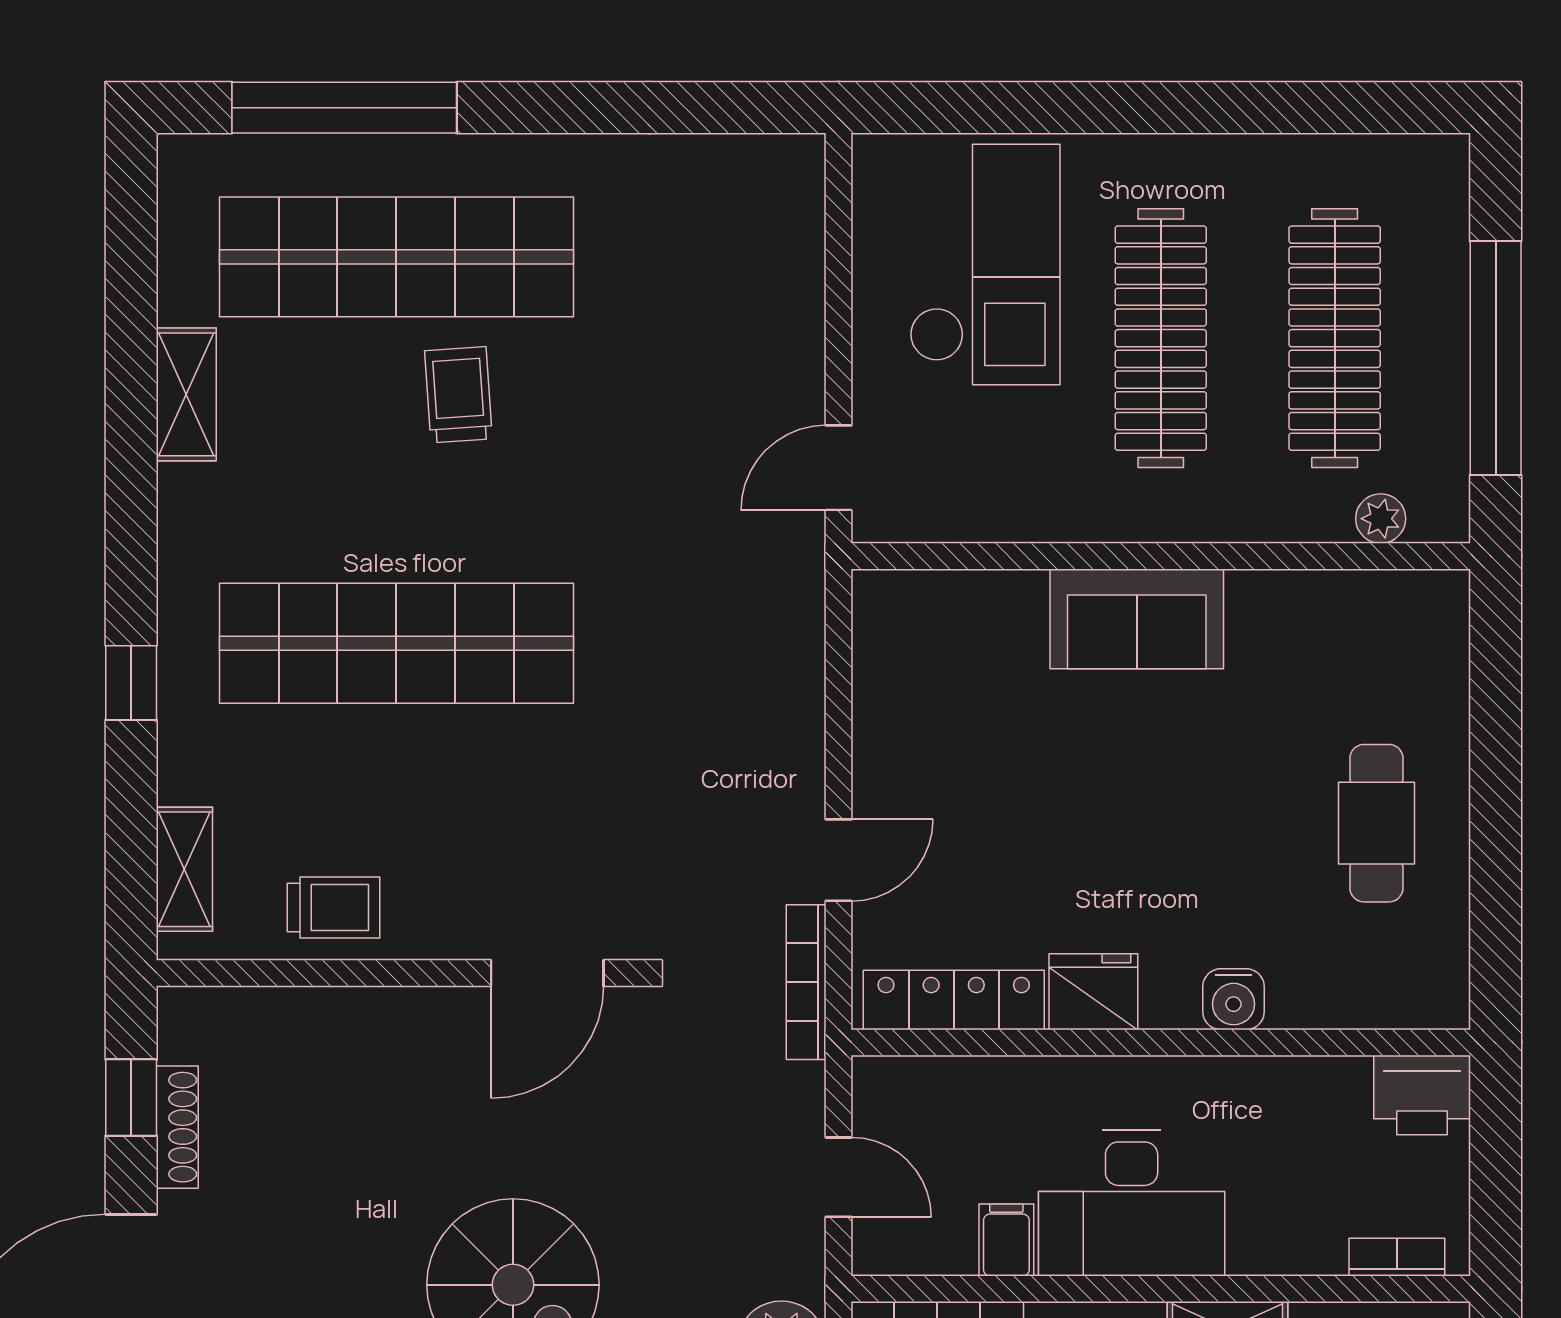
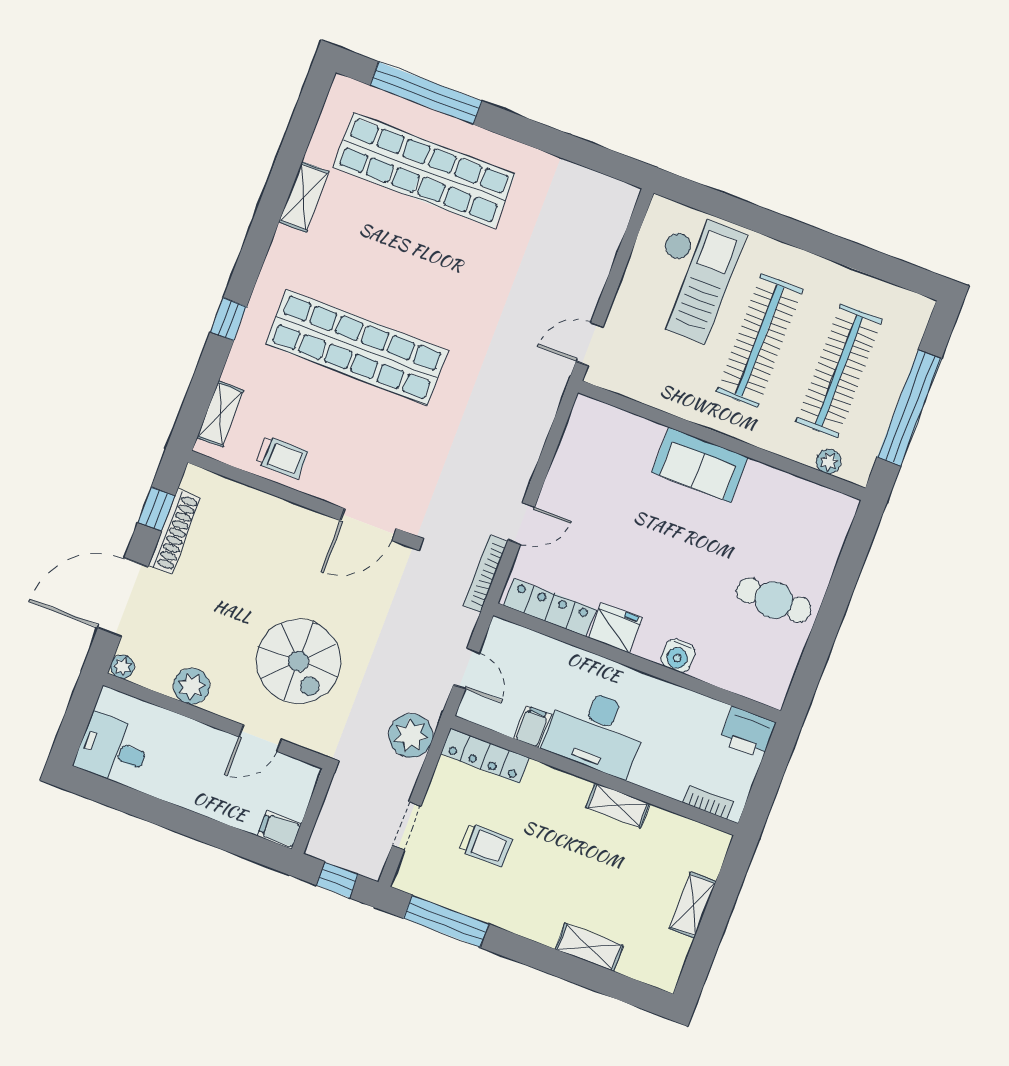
trolley: (458, 395) -> (428, 244), removed
cafe table: (1376, 823) -> (774, 600), turned 90
shoe rack: (177, 1127) -> (175, 532), width x1.36, depth x1.24

